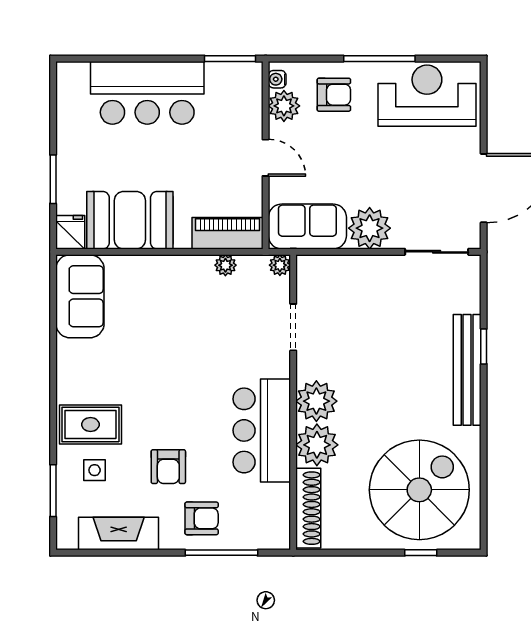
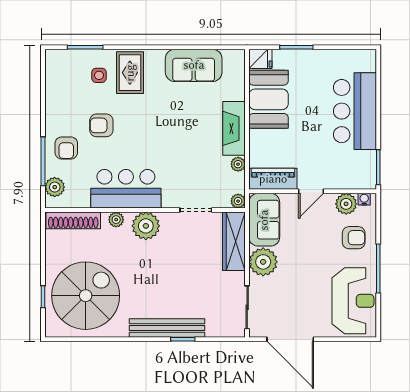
armchair: (334, 95) -> (354, 238), turned -90
piano: (227, 233) -> (273, 179), moved, turned -90
wardrobe: (339, 271) -> (234, 241), added
sofa: (80, 296) -> (194, 65), moved
plant: (317, 445) -> (116, 220), width x0.53, depth x0.53
spiral stairs: (419, 490) -> (86, 296), turned -90
fireplace: (119, 534) -> (234, 128), moved, turned 180
plant: (259, 535) -> (55, 187), added

